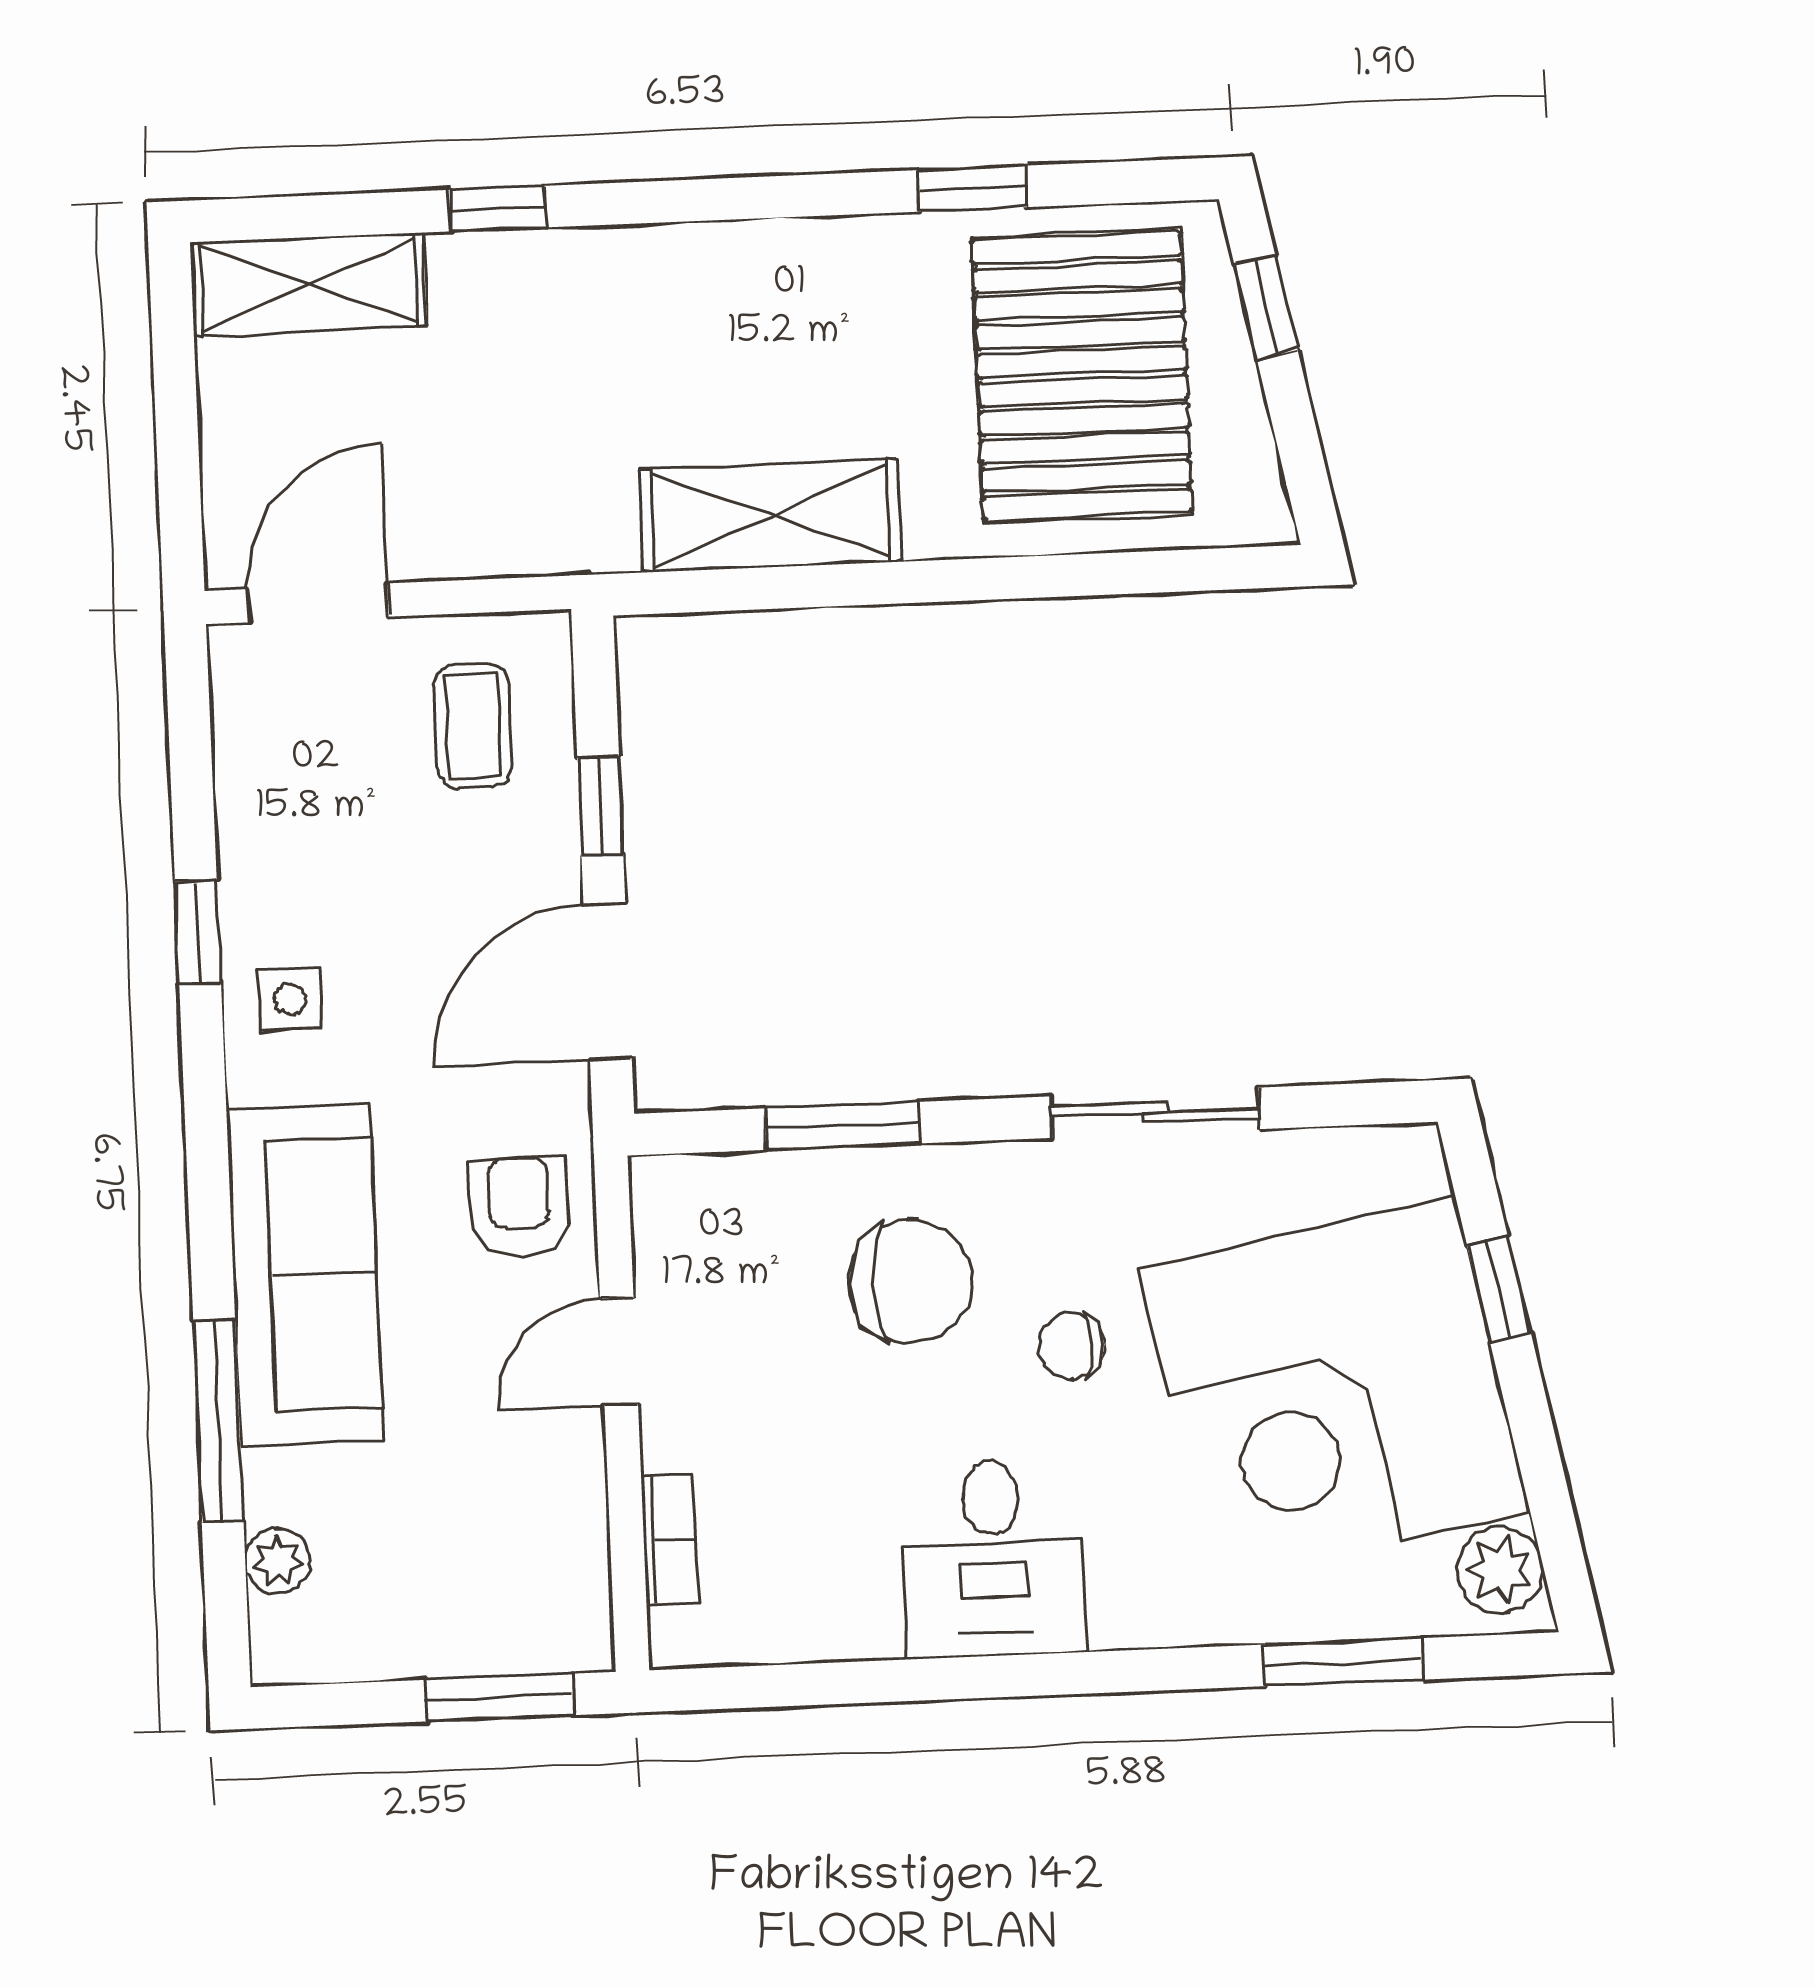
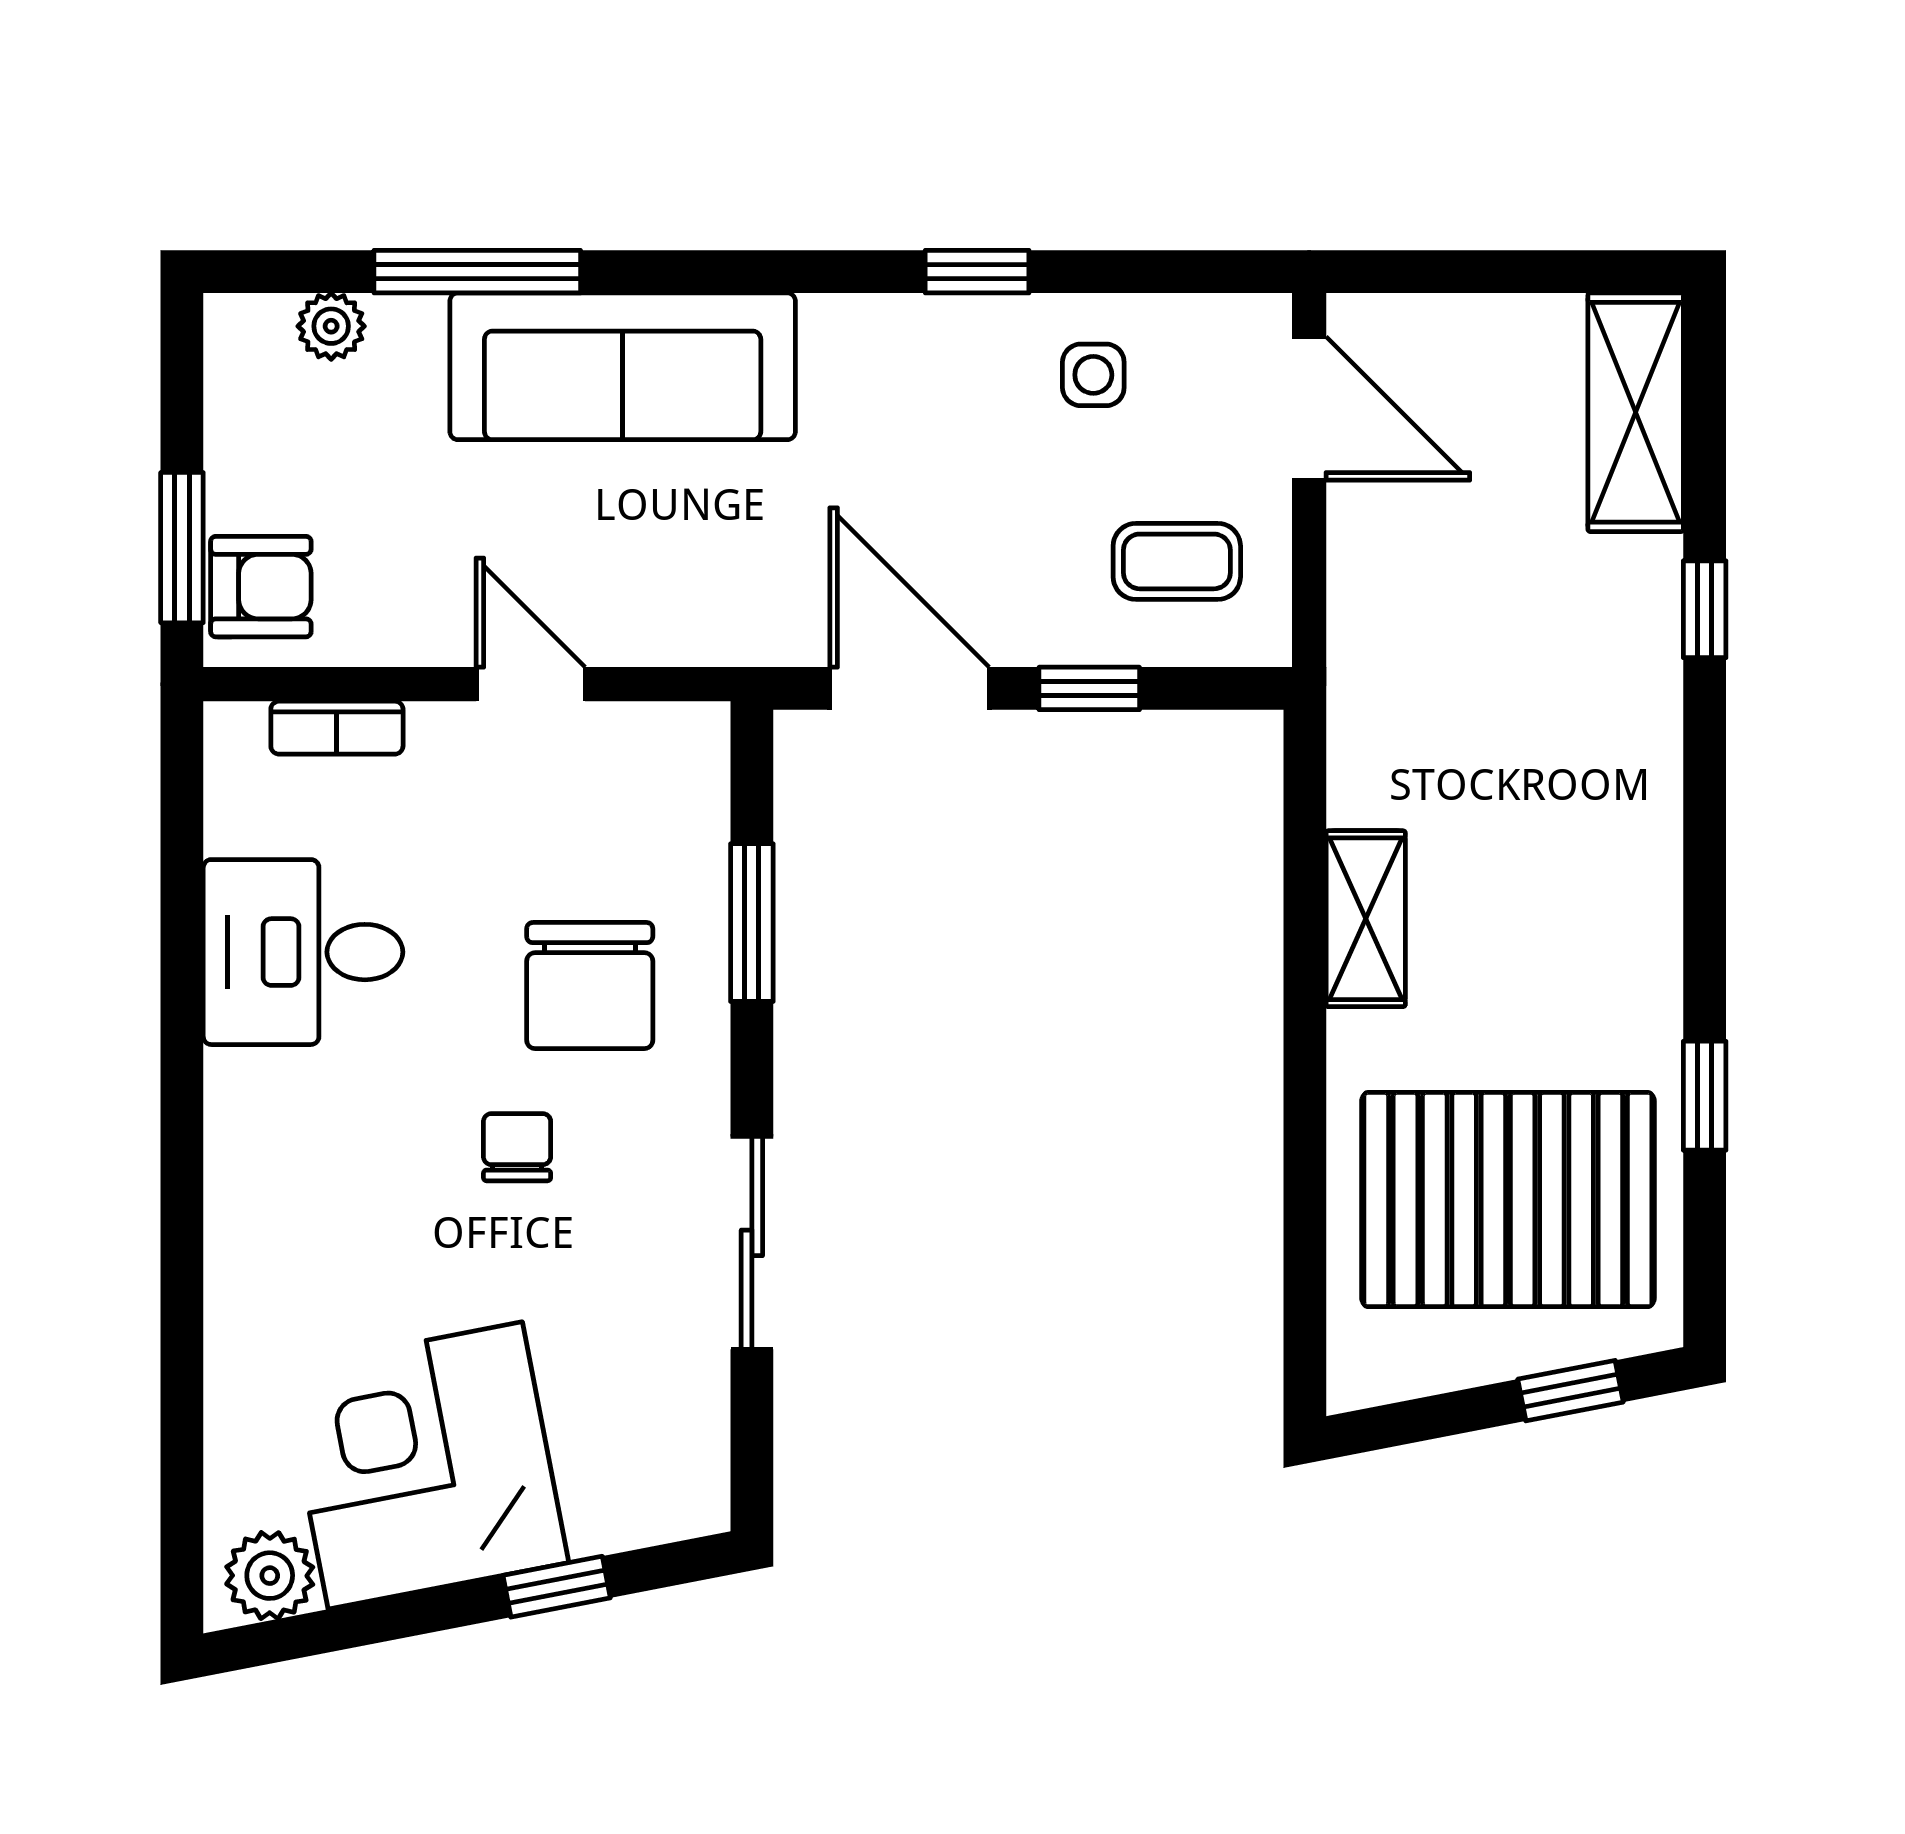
shelving: (770, 516) -> (1366, 919), width x0.67, depth x0.75
side table: (290, 999) -> (1093, 375), moved
armchair: (519, 1207) -> (261, 587), moved
corner desk: (1334, 1390) -> (425, 1465), width x0.74, depth x0.74
desk: (993, 1558) -> (303, 952), moved
window: (1343, 1662) -> (182, 1411), removed

